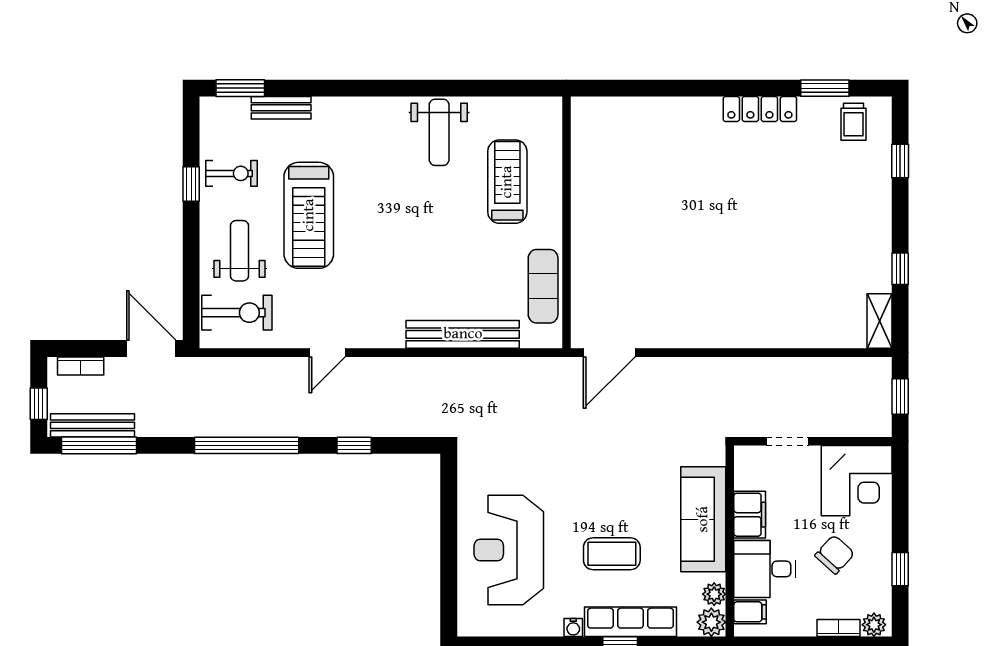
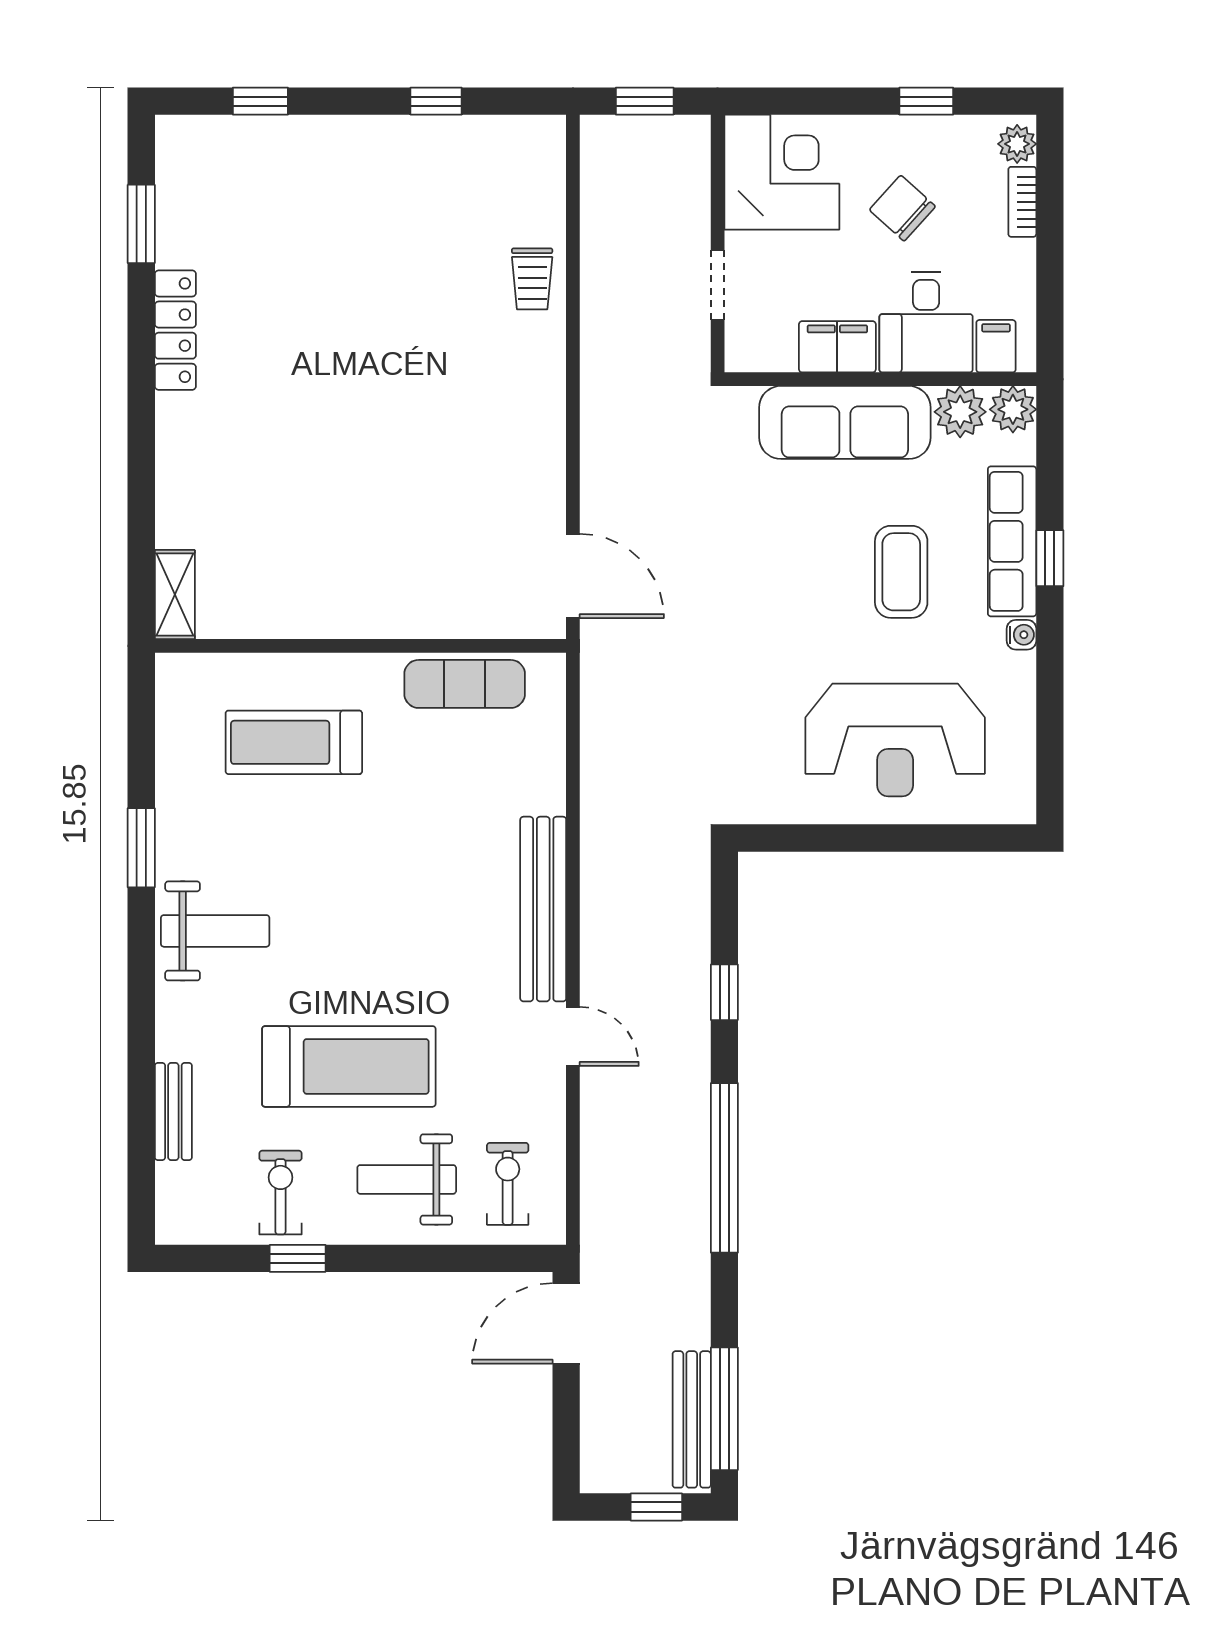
window: (240, 88) -> (141, 848), moved
trolley: (853, 122) -> (532, 279), moved, turned 90
weight bench: (439, 132) -> (215, 931), moved
exercise bike: (237, 313) -> (508, 1184), width x0.73, depth x0.72
shelving: (880, 321) -> (175, 594), moved, turned 90
bench: (463, 334) -> (543, 909), moved
bookcase: (81, 366) -> (595, 1439), removed
plant: (714, 594) -> (960, 412), width x1.38, depth x1.38

